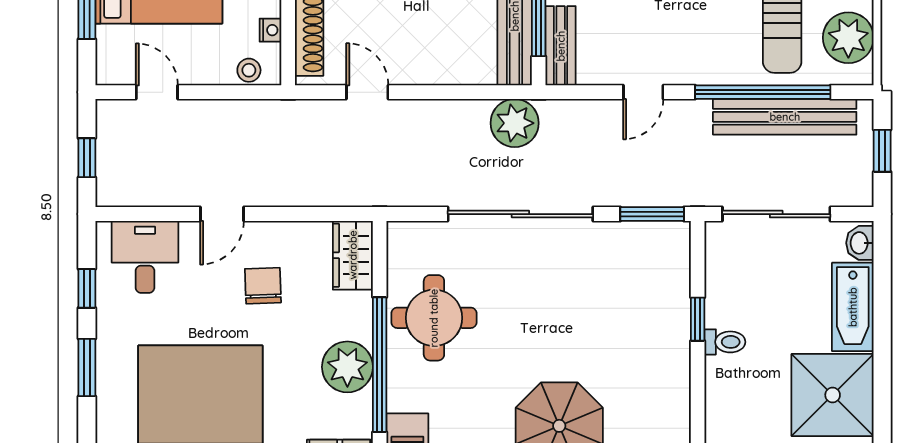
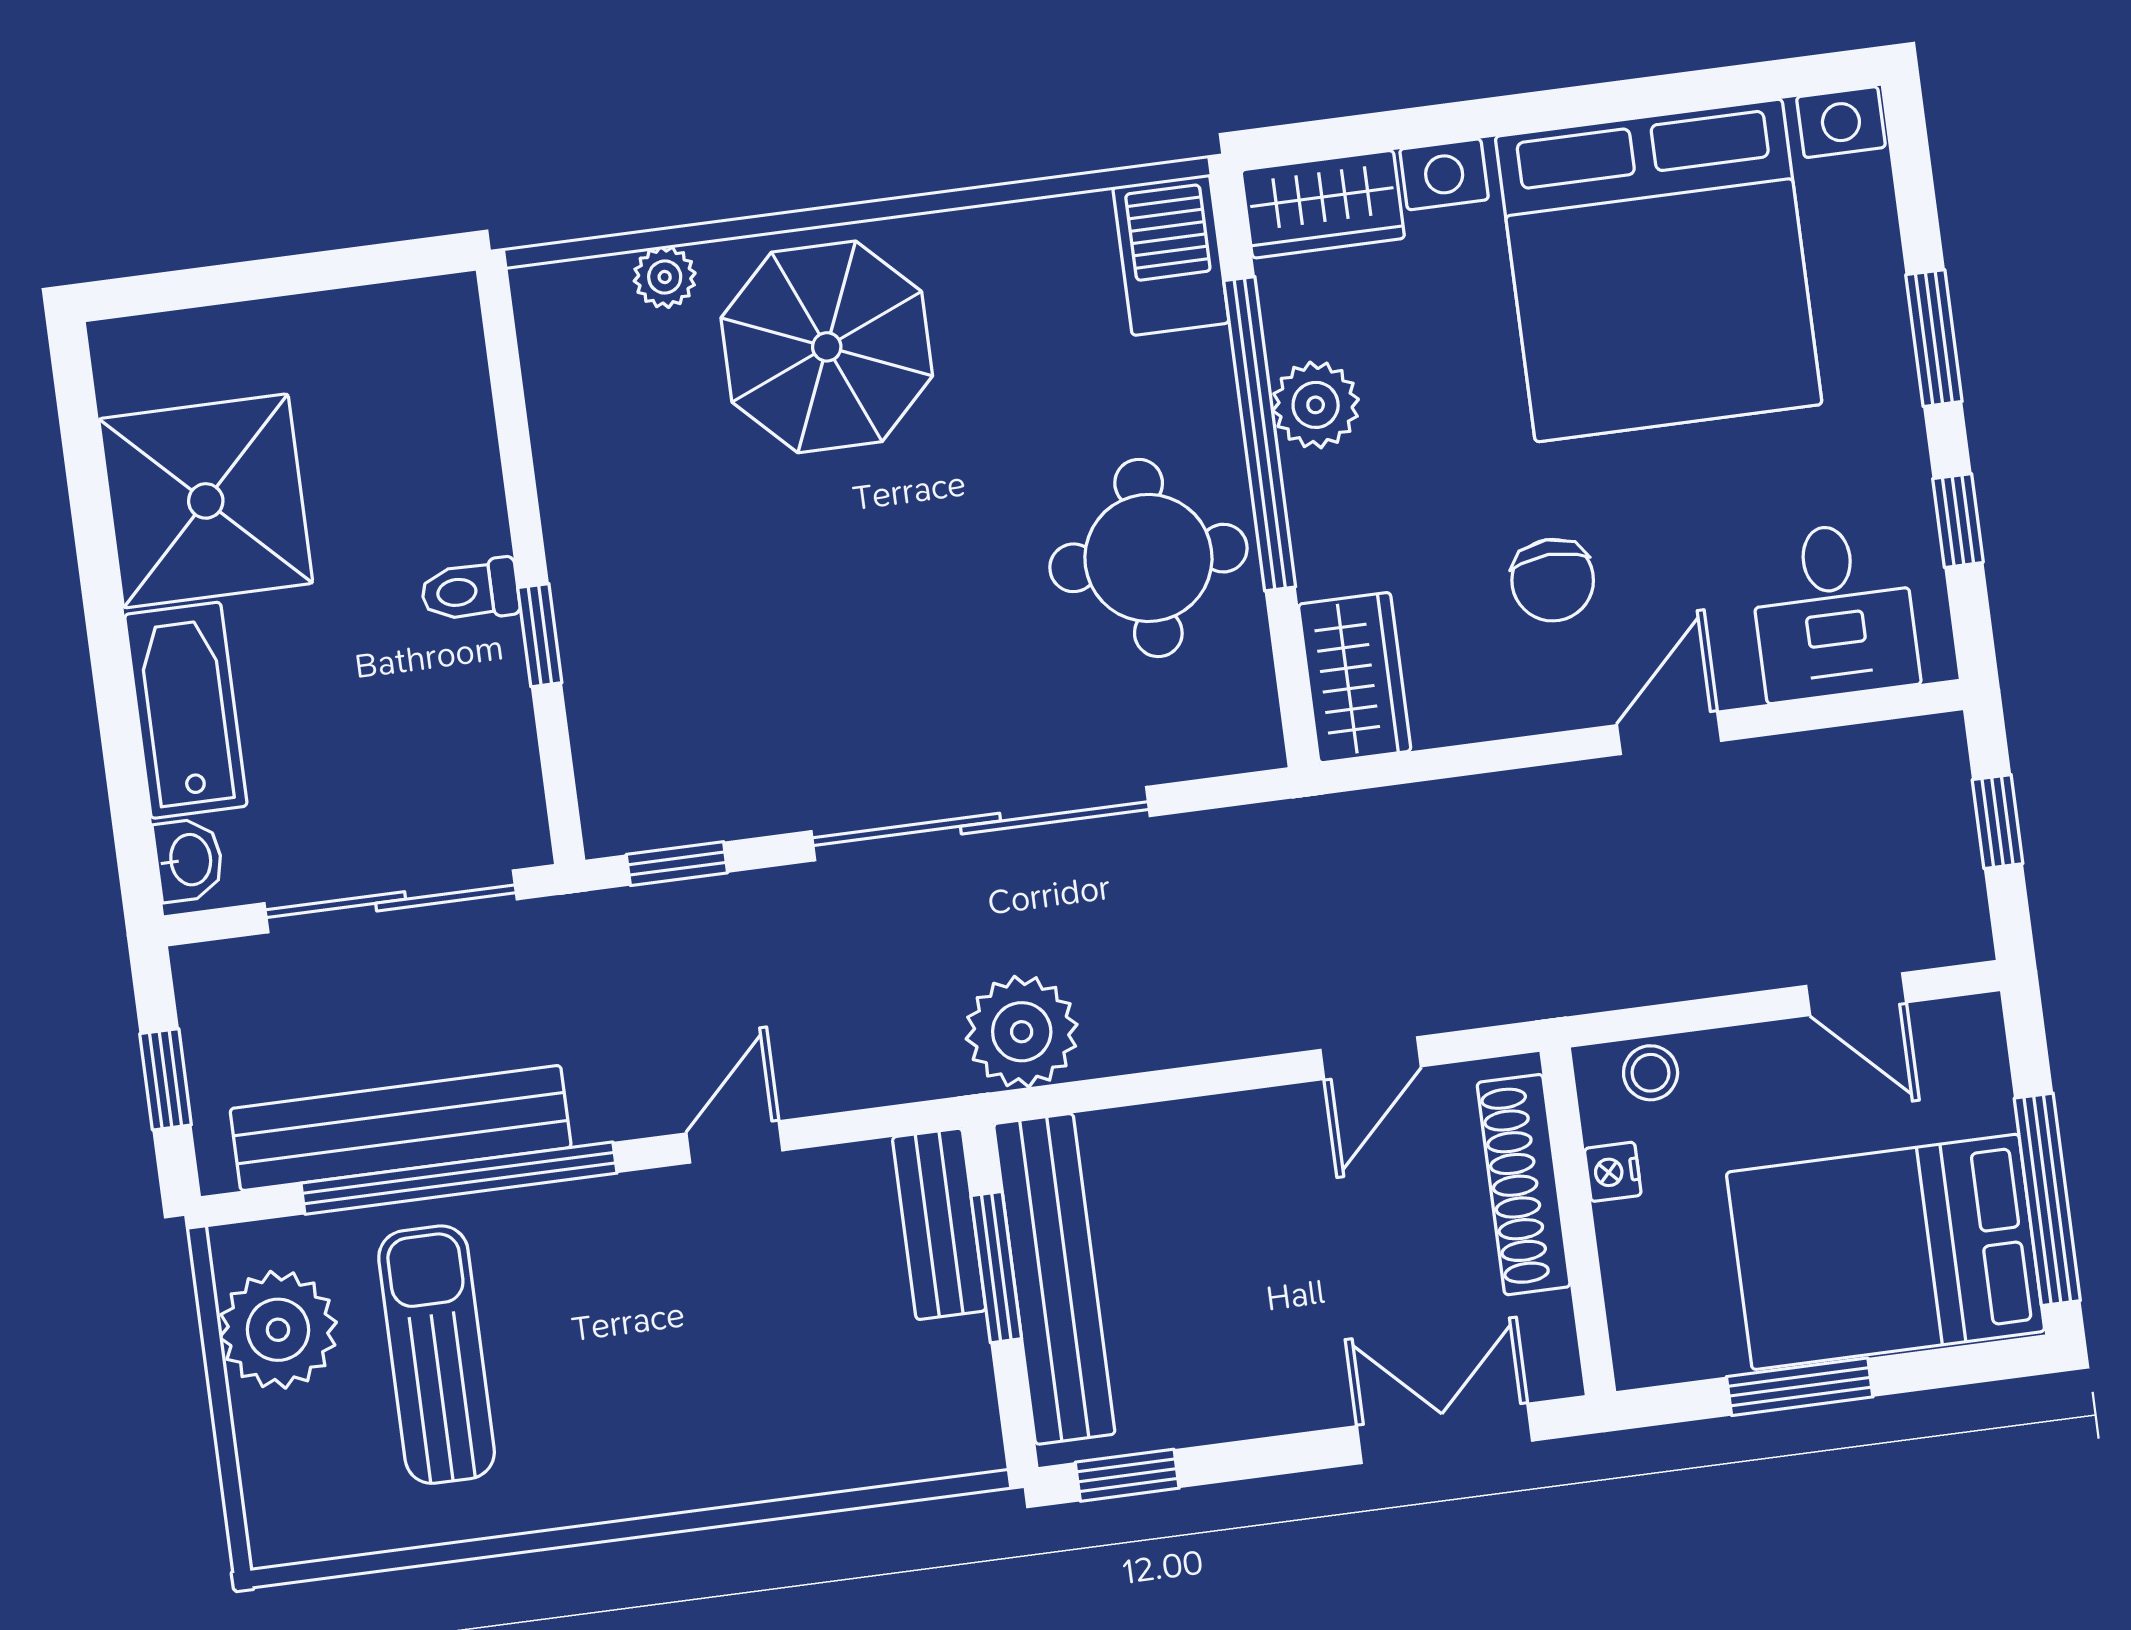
door: (367, 92) -> (1371, 1058), hinge flipped
window: (652, 214) -> (677, 864), width x0.67
plant: (347, 367) -> (1316, 405), width x0.73, depth x0.73

